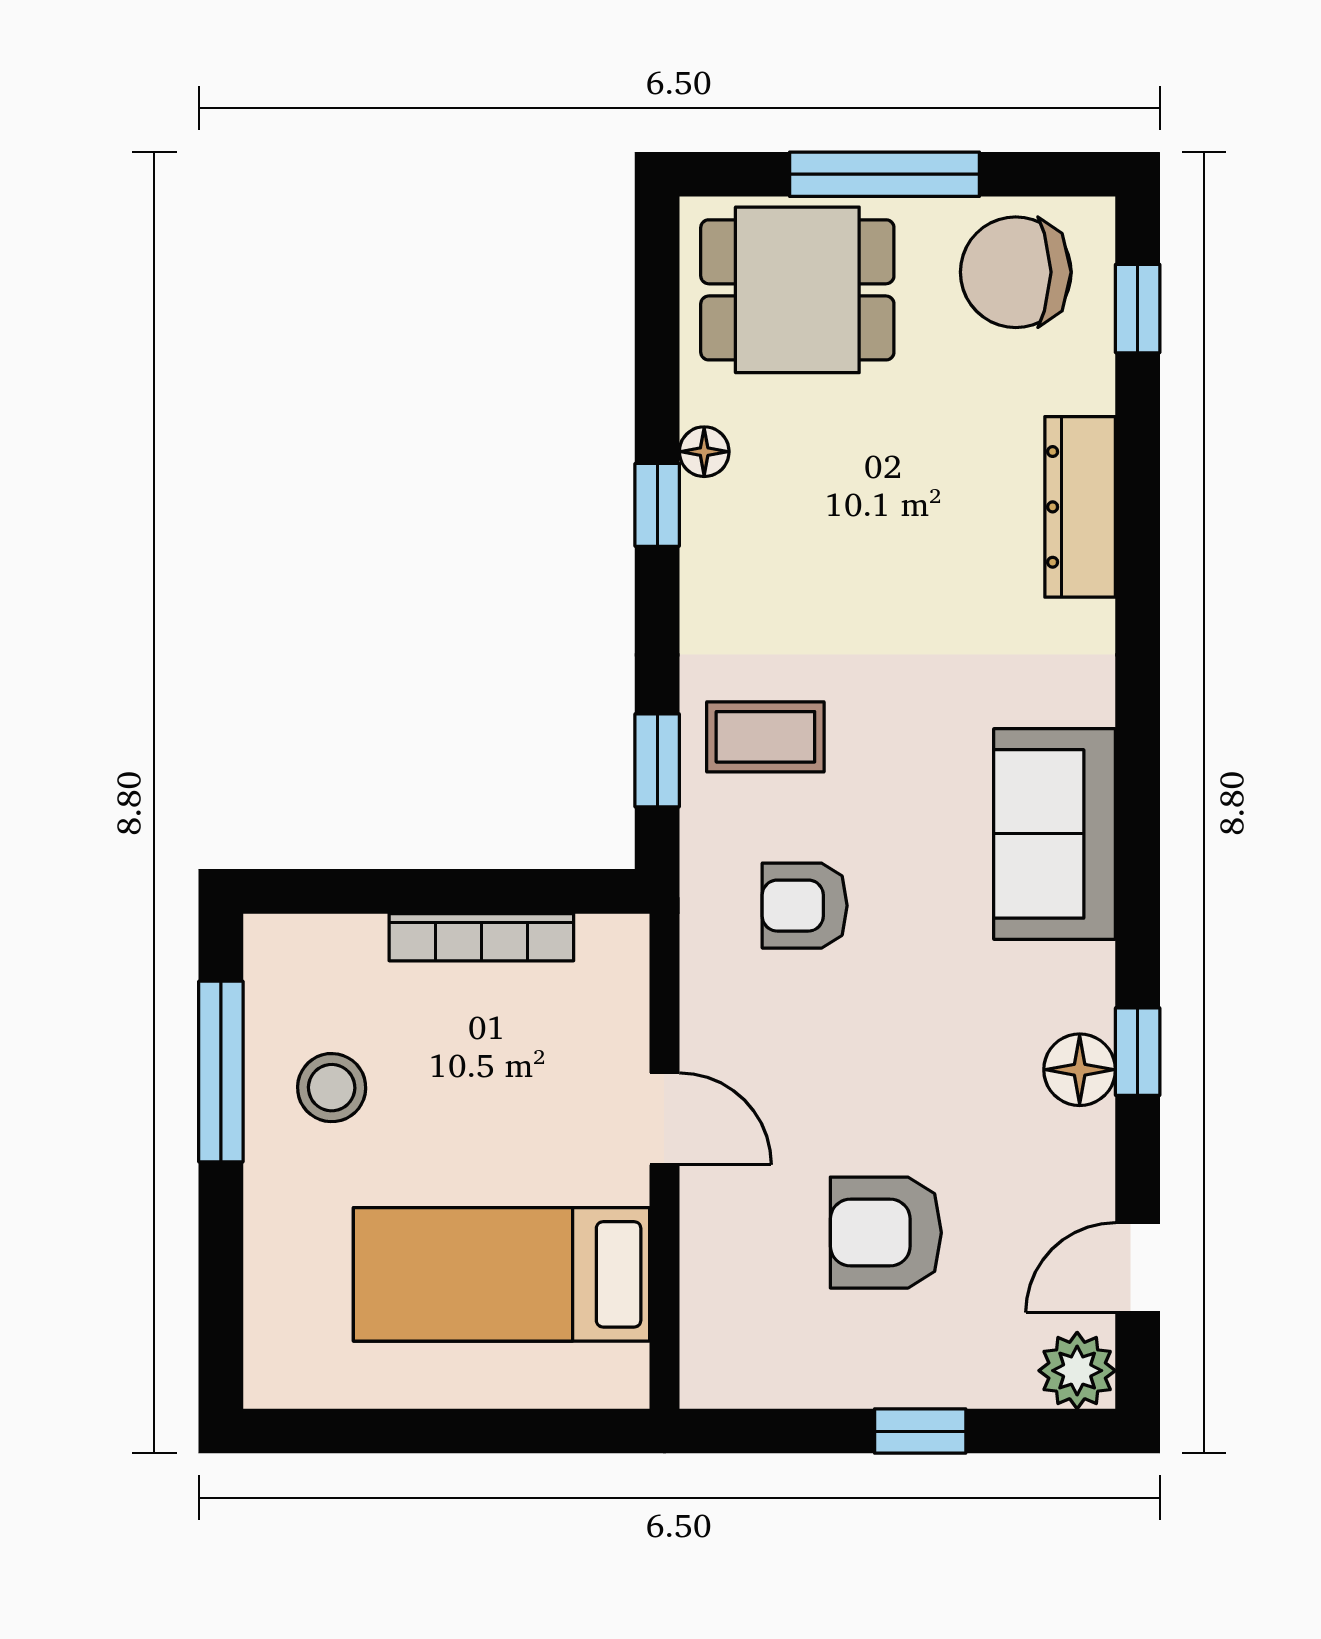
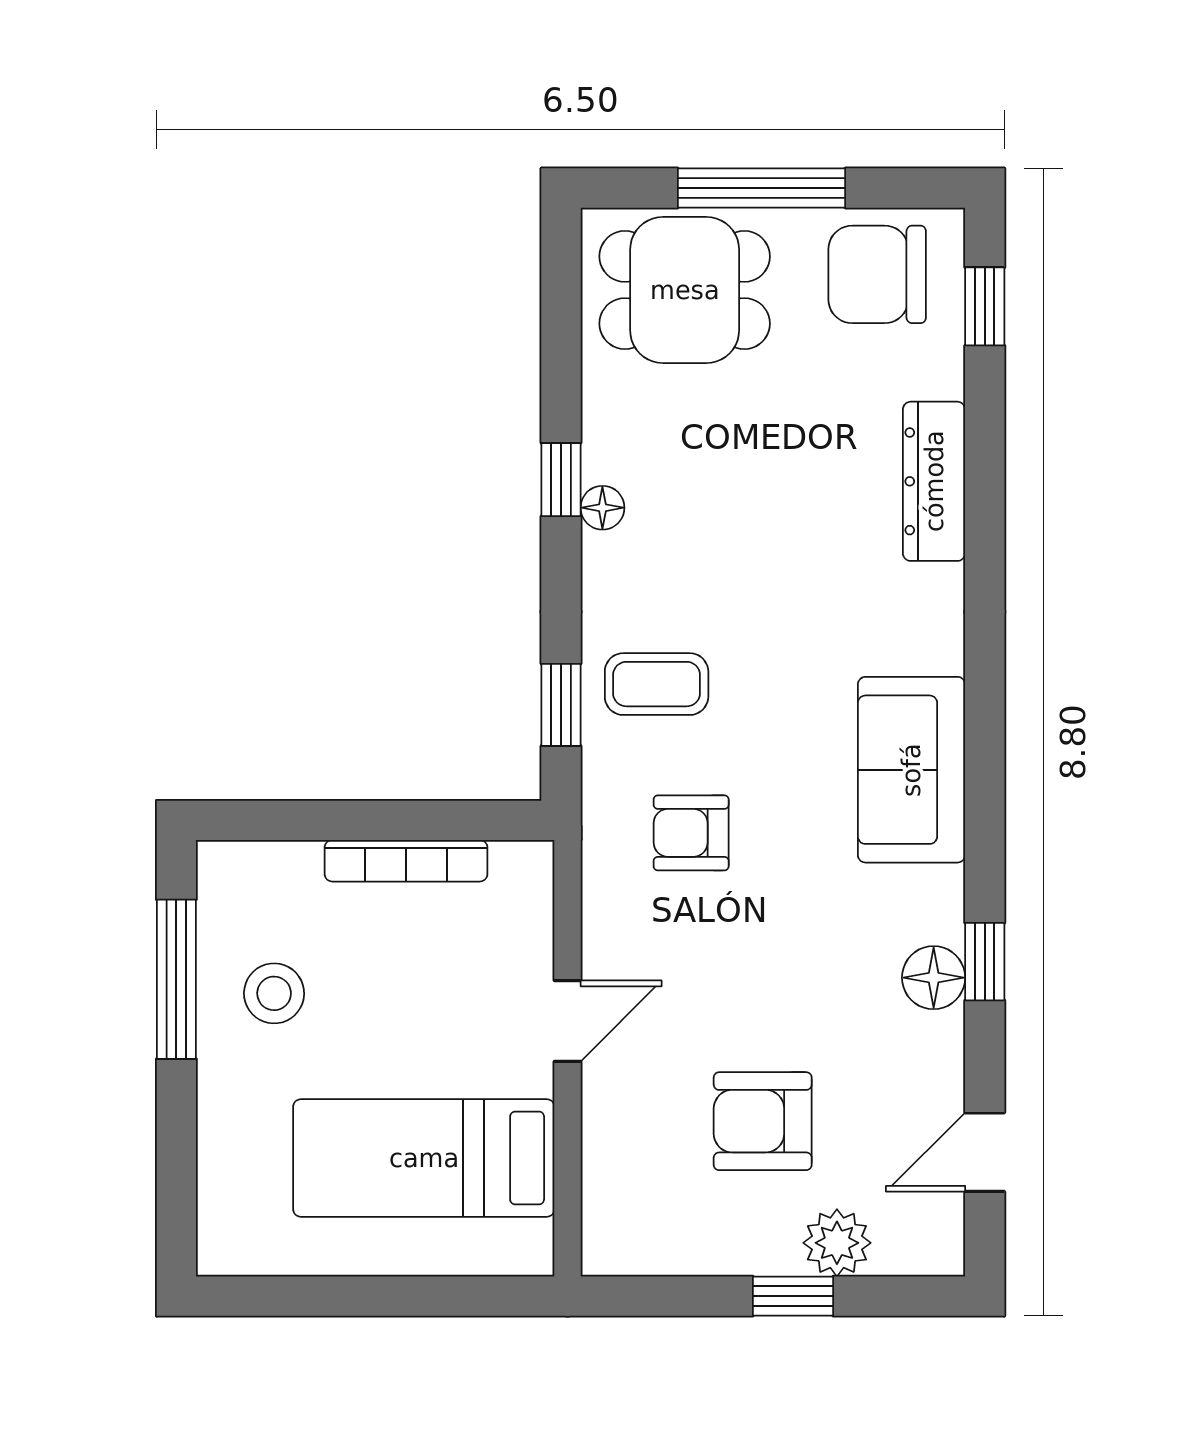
floor lamp: (704, 452) -> (602, 508), moved
door: (664, 1119) -> (568, 1021), hinge flipped
plant: (1077, 1371) -> (837, 1243), moved

